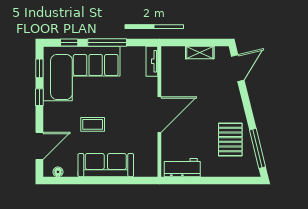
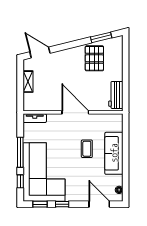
coffee table: (93, 124) -> (87, 149), moved
pallet: (230, 139) -> (94, 58), turned 90
window: (258, 148) -> (101, 37), width x0.69

